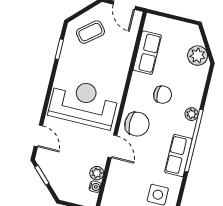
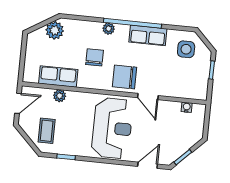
coffee table: (90, 32) -> (47, 131), turned 39
reception desk: (84, 103) -> (112, 128), turned 180
chair: (137, 124) -> (124, 77), turned -90
door: (112, 146) -> (148, 97), swing flipped
plant: (97, 173) -> (60, 96), moved

